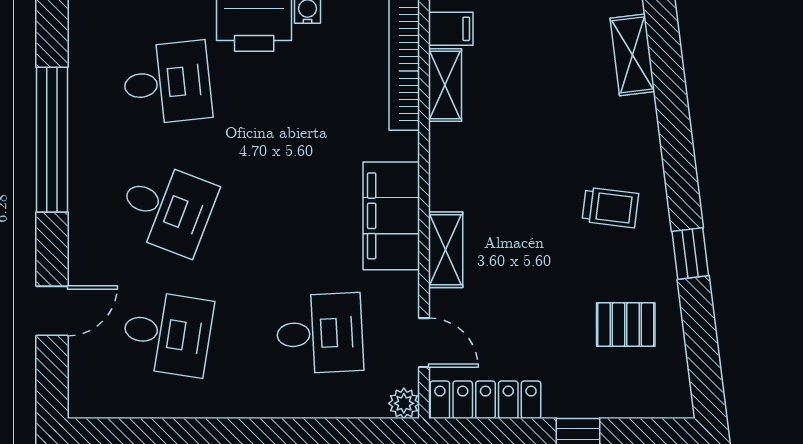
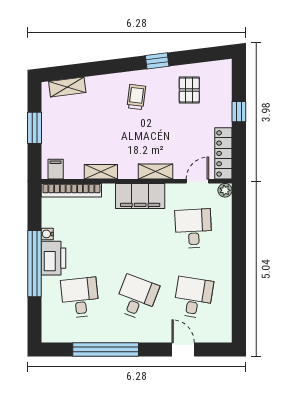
shelving: (445, 85) -> (101, 172), moved

